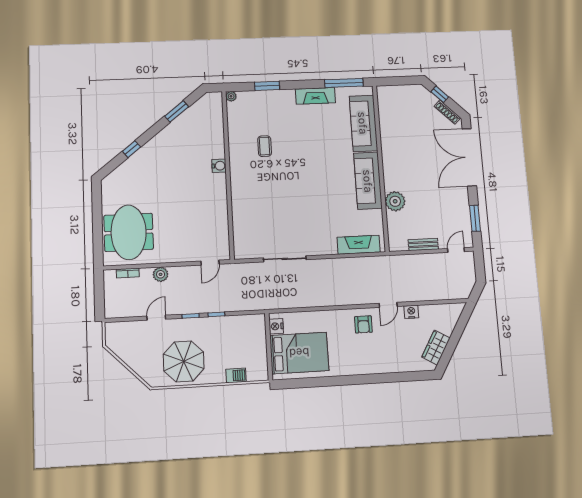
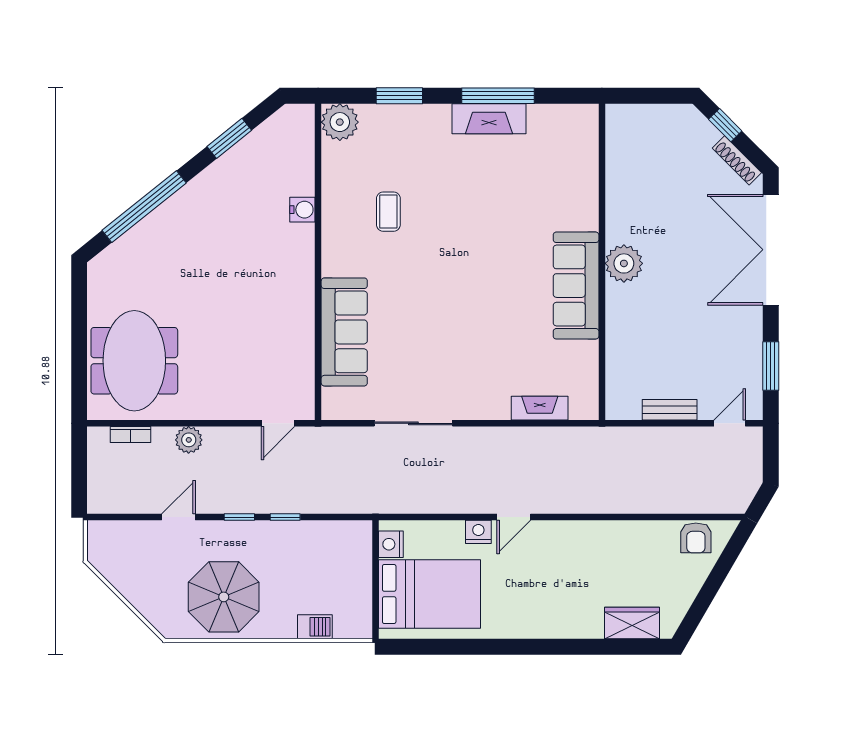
window: (344, 83) -> (498, 96), moved
plant: (231, 96) -> (340, 122), width x1.87, depth x1.87
sofa: (363, 123) -> (344, 332), moved, turned 180
window: (131, 149) -> (144, 207), width x3.17
water cooler: (219, 166) -> (302, 210), moved
plant: (395, 201) -> (624, 263), moved
fireplace: (359, 245) -> (540, 408), width x0.73, depth x0.76
door: (388, 305) -> (514, 517), moved
nightstand: (411, 312) -> (478, 532), moved
armchair: (363, 324) -> (696, 538), moved
wardrobe: (436, 348) -> (632, 623), moved, turned 60

